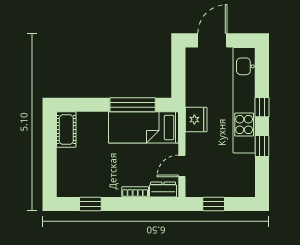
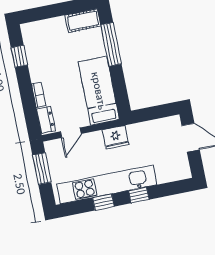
kitchen unit: (244, 100) -> (107, 184), moved
window: (133, 105) -> (111, 44), moved
door: (182, 166) -> (71, 133), swing flipped
window: (214, 204) -> (42, 169), width x1.50

